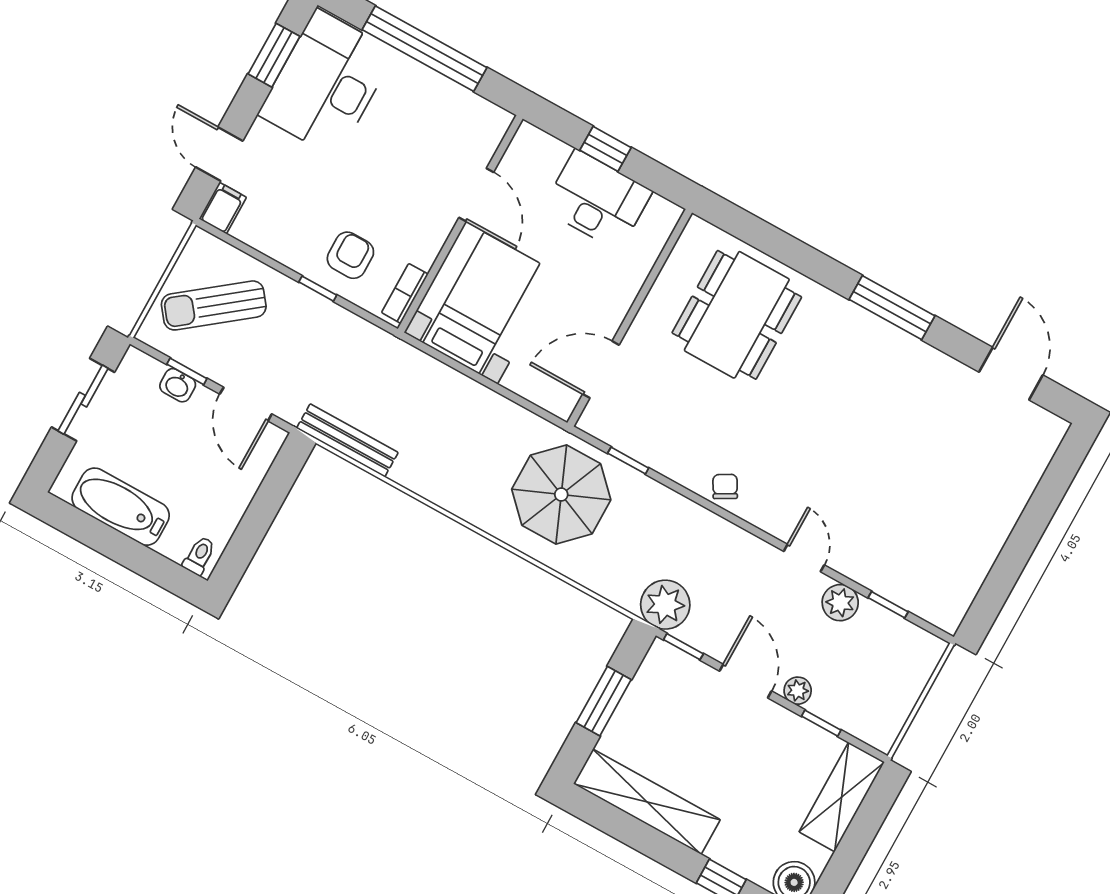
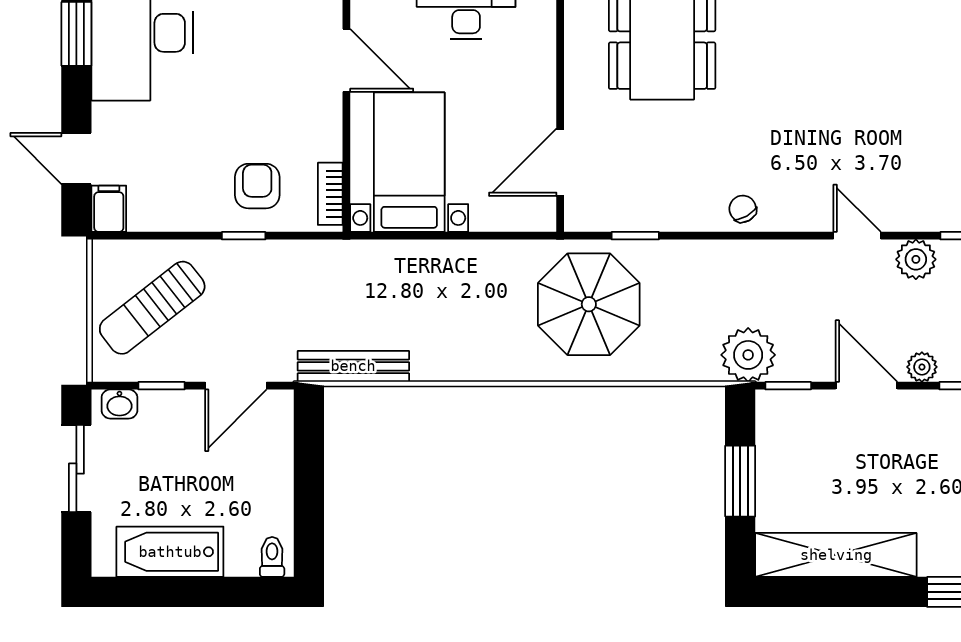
washbasin: (178, 385) -> (119, 404), moved
door: (246, 404) -> (236, 386), hinge flipped

